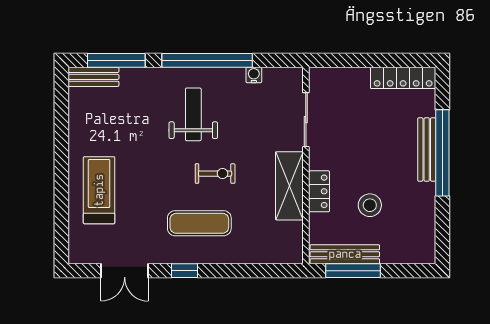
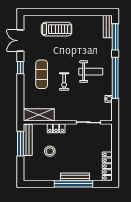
shelving: (289, 186) -> (39, 115), moved

